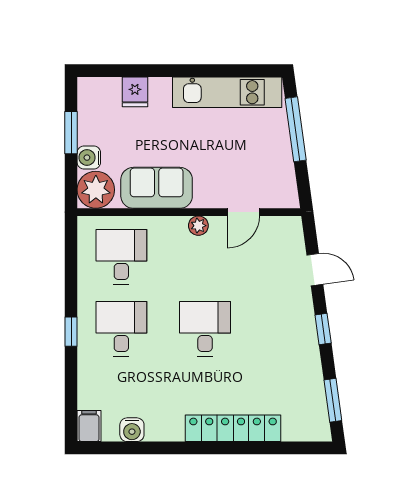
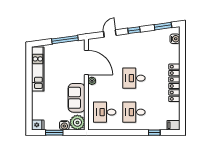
fridge: (135, 92) -> (38, 125), moved
window: (296, 129) -> (65, 40), moved
door: (243, 212) -> (86, 63), width x1.87
window: (71, 332) -> (154, 133), moved
locker: (233, 428) -> (174, 83), moved
water cooler: (132, 430) -> (175, 39), moved

